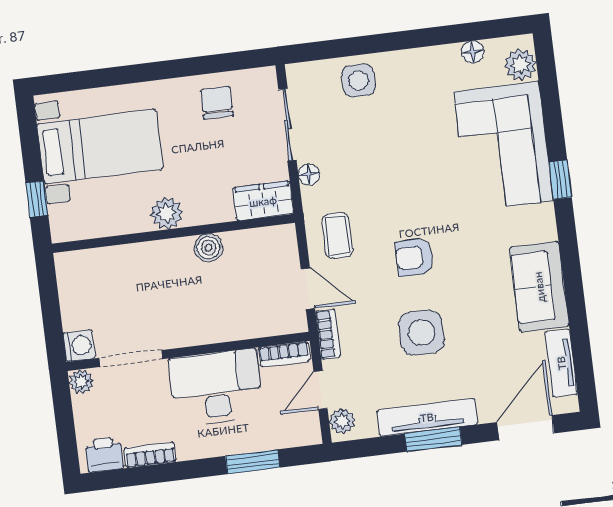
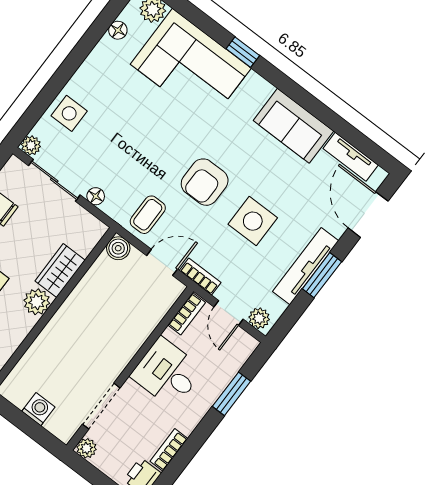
plant: (298, 75) -> (31, 145), added
wardrobe: (263, 201) -> (60, 271), moved
coffee table: (337, 236) -> (148, 215), turned 90
boiler: (208, 248) -> (118, 248), moved
armchair: (414, 257) -> (205, 182), width x1.38, depth x1.38
washing machine: (79, 346) -> (38, 409), moved
desk: (216, 387) -> (167, 373), width x0.73

